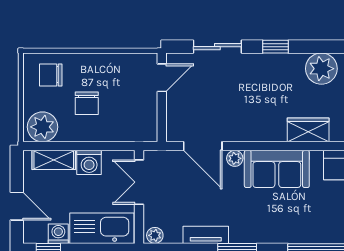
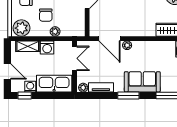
plant: (104, 133) -> (55, 31), added
sofa: (277, 169) -> (142, 82), moved, turned 180
double door: (139, 182) -> (75, 58), swing flipped
tv unit: (206, 235) -> (101, 87), moved

